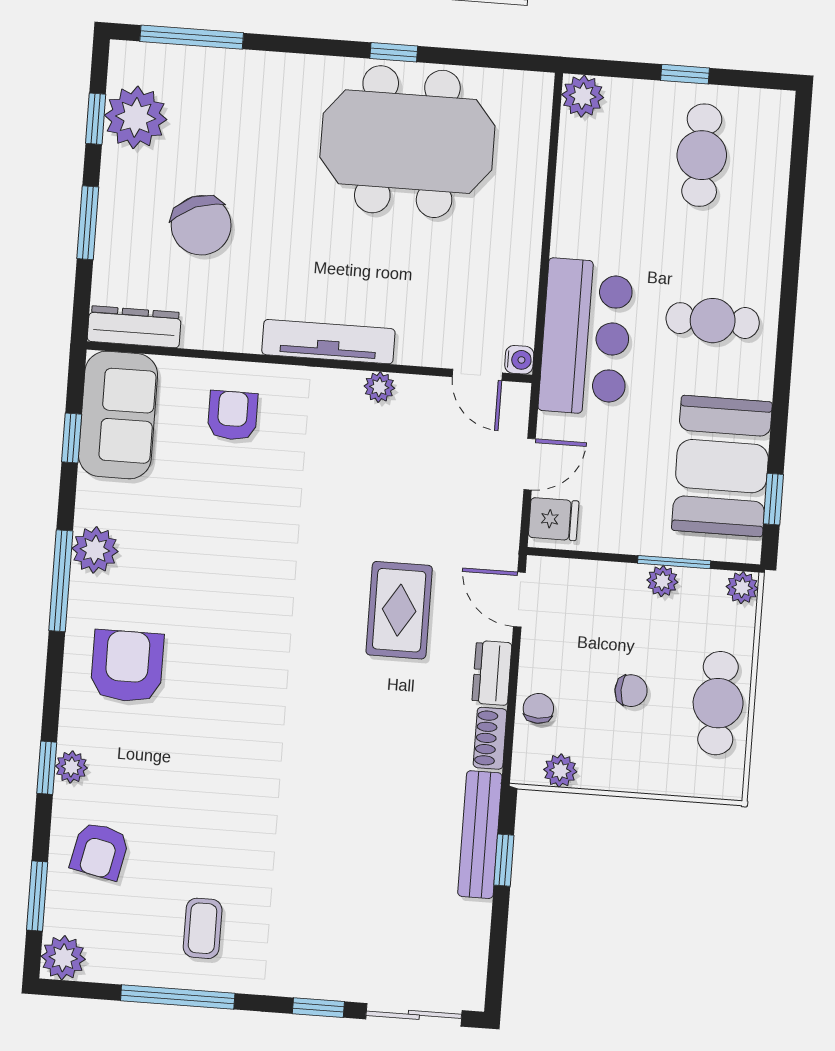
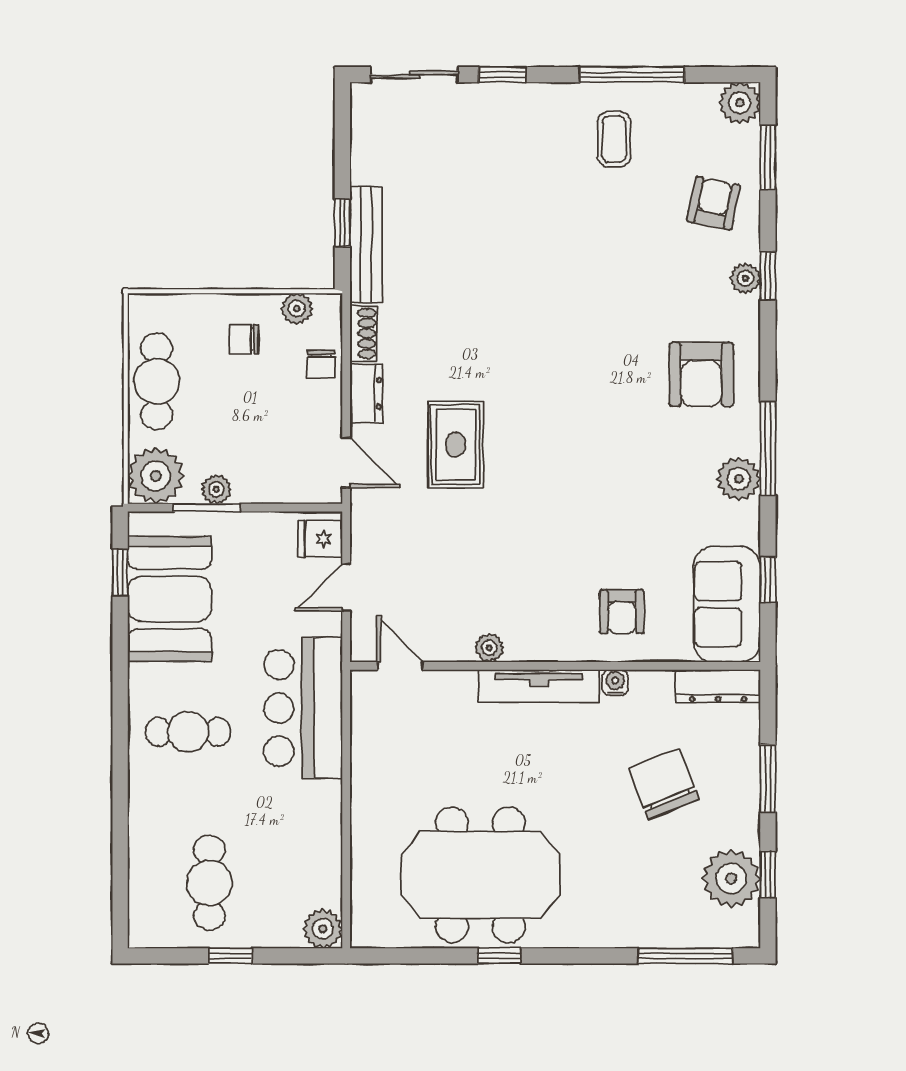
water cooler: (519, 360) -> (615, 683), moved, turned 90
plant: (742, 588) -> (156, 476), width x1.87, depth x1.87
chair: (631, 691) -> (244, 339), moved

